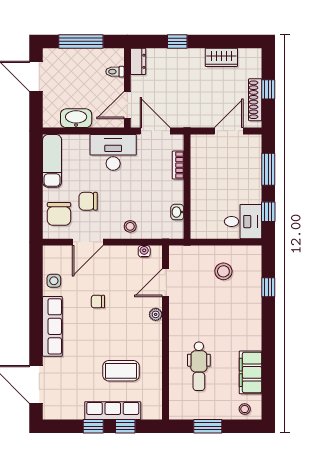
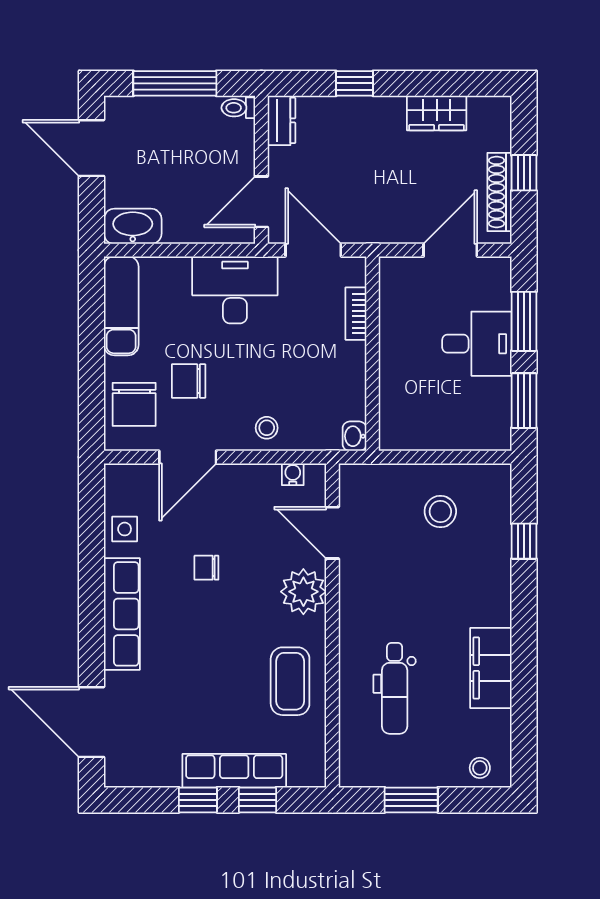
toilet: (115, 72) -> (238, 108), moved
washbasin: (76, 118) -> (133, 226), moved
washbasin: (177, 212) -> (354, 436), moved
window: (268, 212) -> (524, 401), width x1.50
desk: (243, 222) -> (477, 344), moved
door: (165, 283) -> (332, 533), hinge flipped
plant: (156, 314) -> (303, 592), width x1.88, depth x1.88
coffee table: (121, 371) -> (290, 681), moved, turned 90
filing cabinet: (251, 372) -> (491, 668), moved

